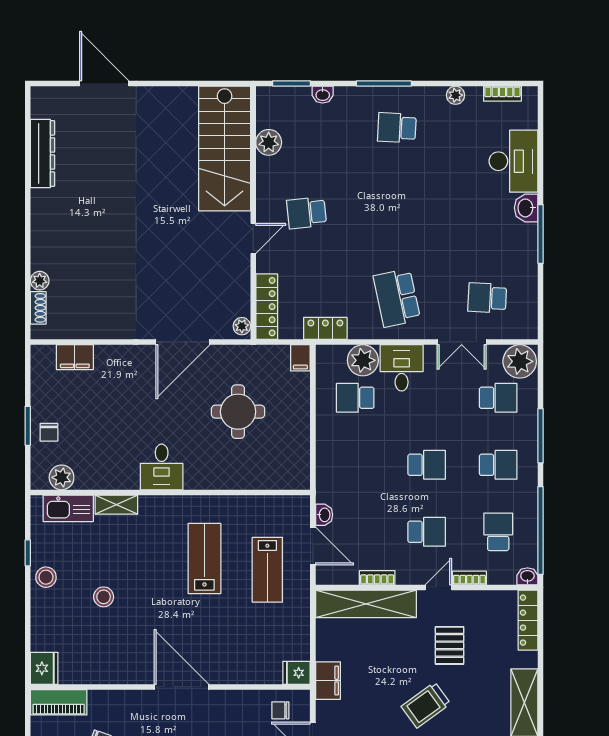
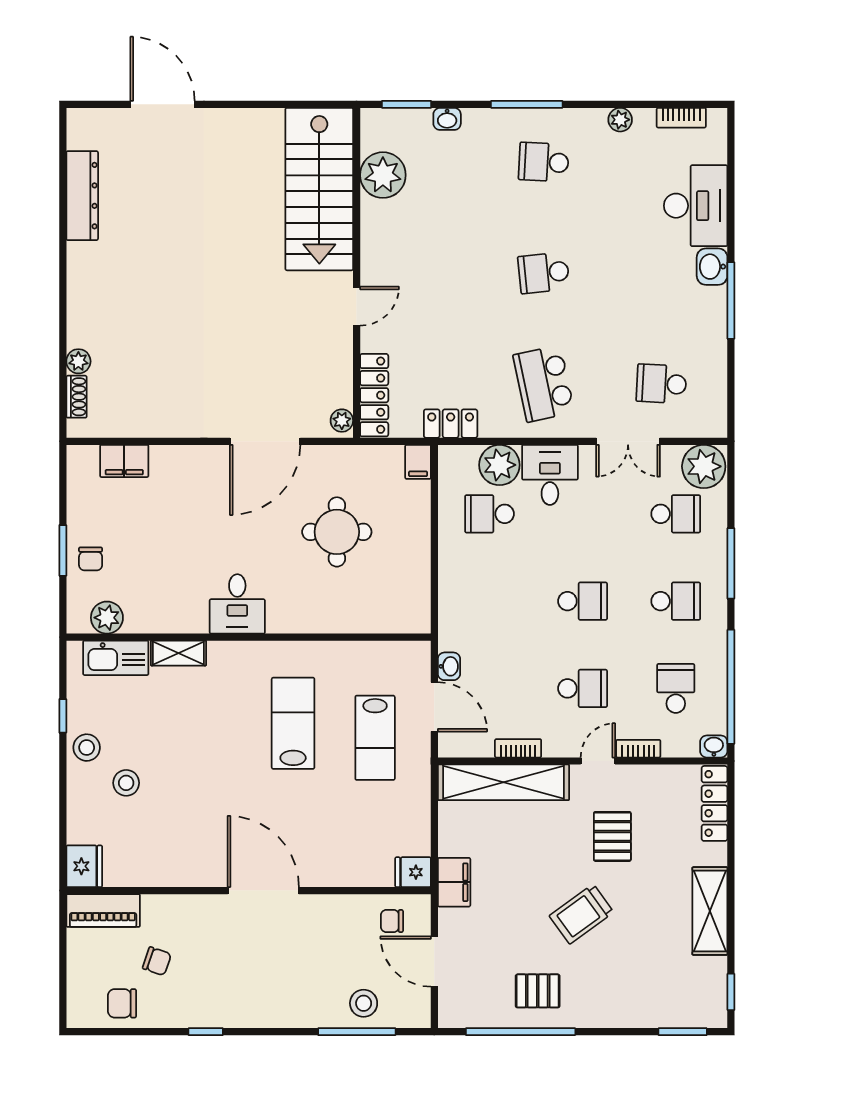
plant: (269, 142) -> (383, 175), width x1.36, depth x1.36
school desk: (306, 213) -> (544, 273), moved
stool: (104, 597) -> (126, 783), moved

